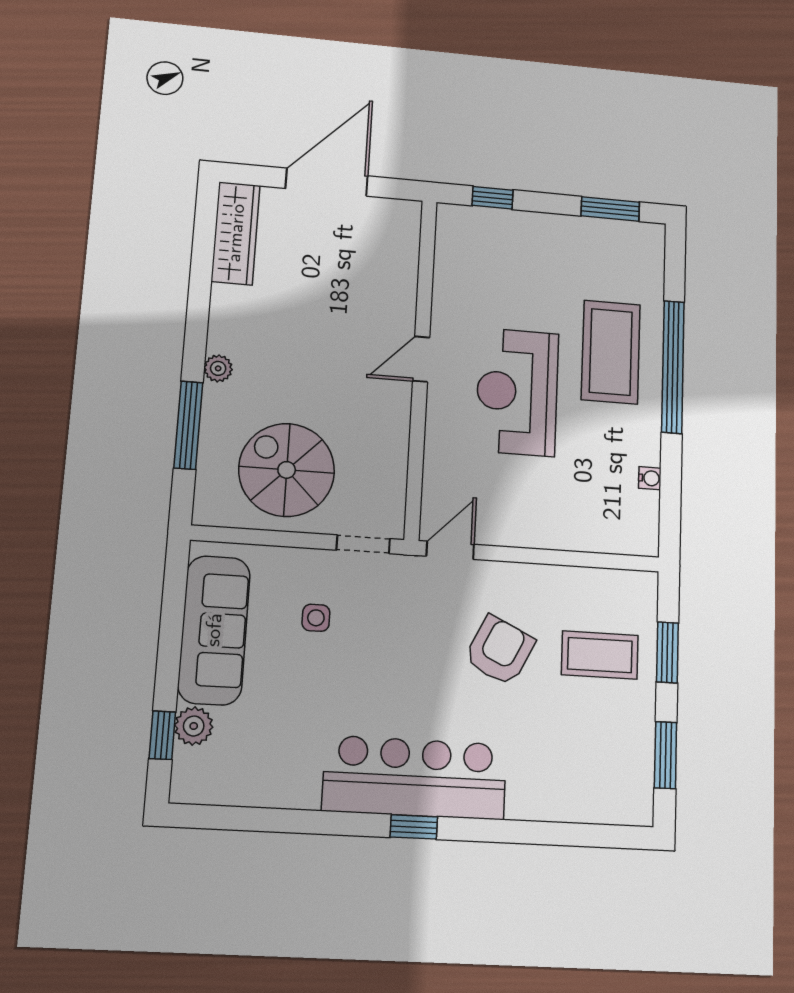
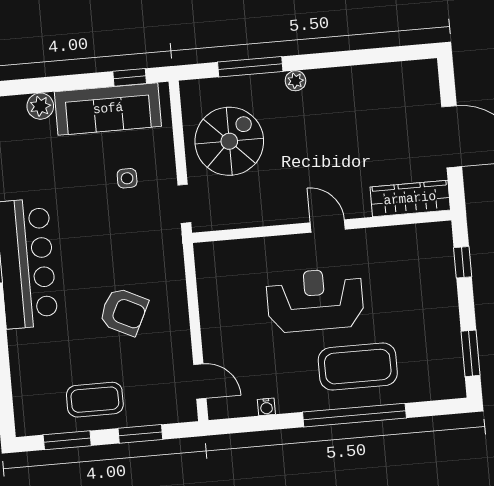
wardrobe: (236, 233) -> (410, 199), moved, turned 180
door: (450, 550) -> (200, 381), moved
coffee table: (600, 655) -> (95, 400), moved, turned 90
window: (162, 735) -> (130, 77), moved

